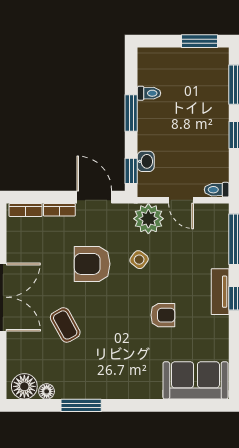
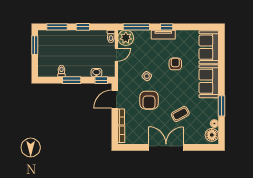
plant: (148, 219) -> (126, 38), moved
sofa: (129, 380) -> (209, 81), added

